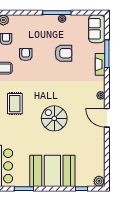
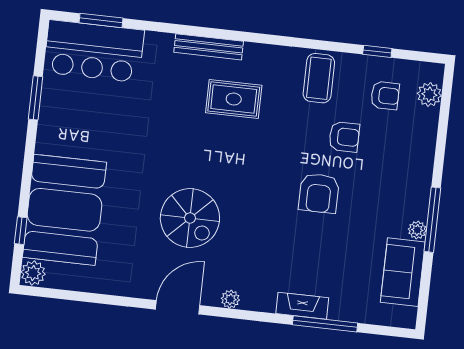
sofa: (97, 29) -> (403, 272), moved, turned -90
armchair: (63, 53) -> (319, 193), moved
spiral stairs: (54, 118) -> (190, 218), moved, turned 90
booth: (52, 171) -> (64, 210), moved

